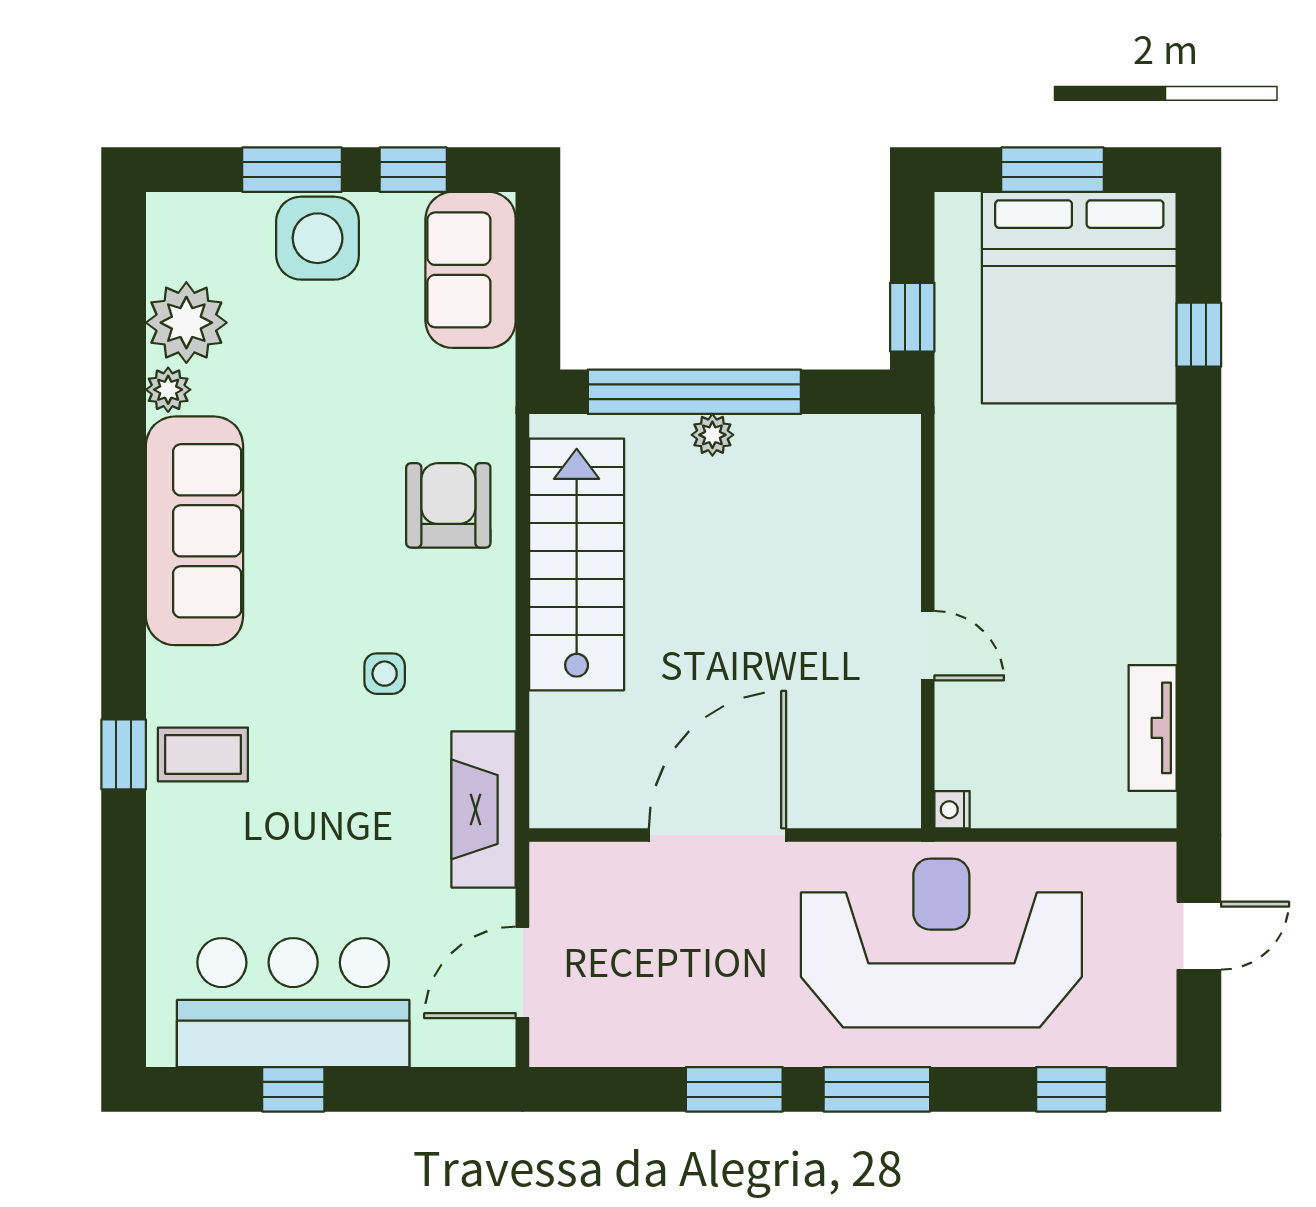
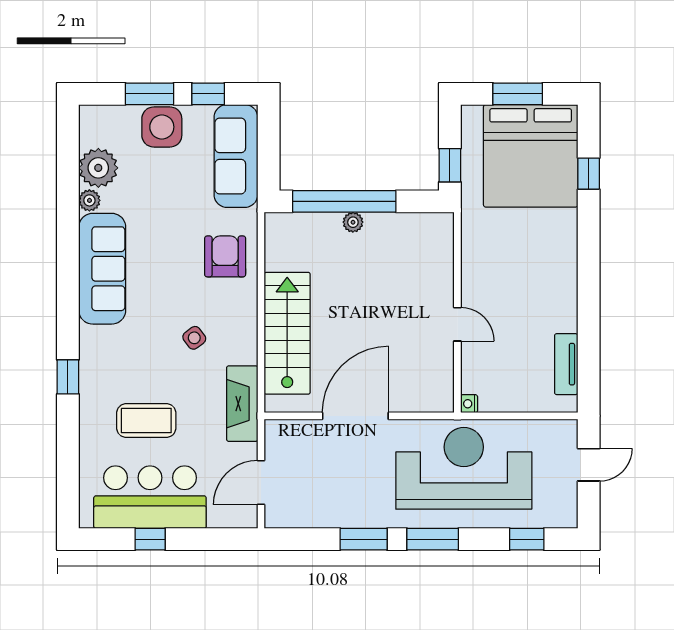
sofa: (471, 270) -> (236, 156), width x1.36
stairs: (577, 564) -> (287, 333), moved
side table: (385, 674) -> (194, 338), turned -37
coffee table: (203, 754) -> (146, 421), moved, width x1.36, depth x1.30

